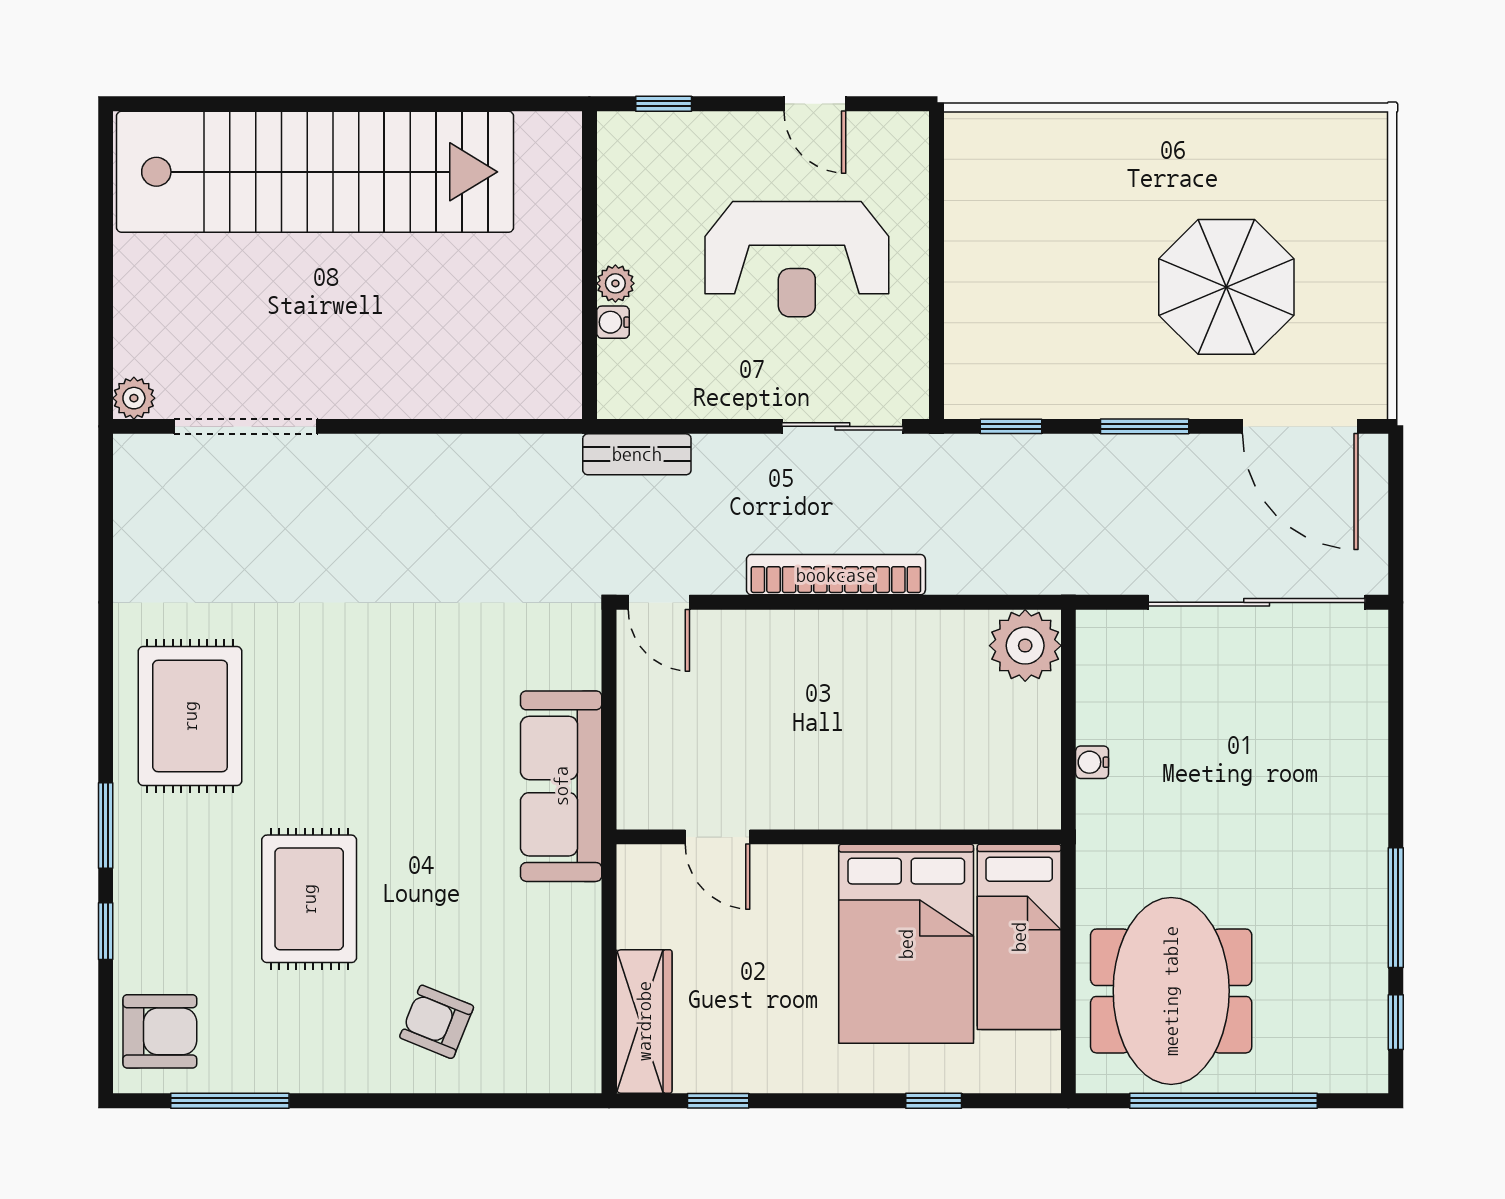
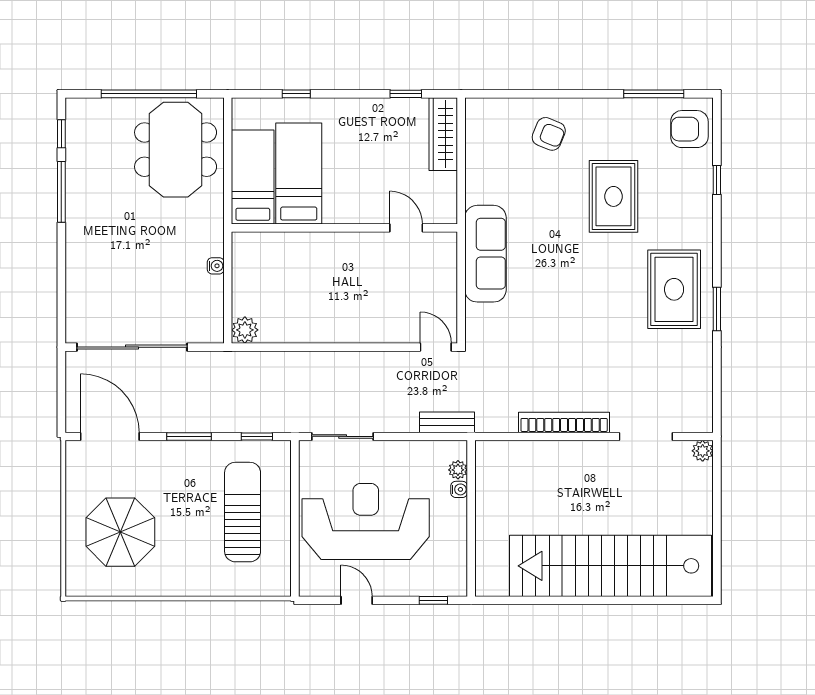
reception desk: (797, 259) -> (366, 521), width x1.36, depth x1.30
sun lounger: (1039, 278) -> (243, 512), added
plant: (615, 283) -> (458, 470), moved
parasol: (1226, 287) -> (120, 532), moved
doorway: (245, 426) -> (646, 436), width x0.73
bookcase: (836, 575) -> (564, 422), moved, turned 180
plant: (1025, 646) -> (245, 330), width x0.73, depth x0.73
window: (106, 826) -> (717, 309), moved
bed: (906, 944) -> (299, 174), width x0.67

